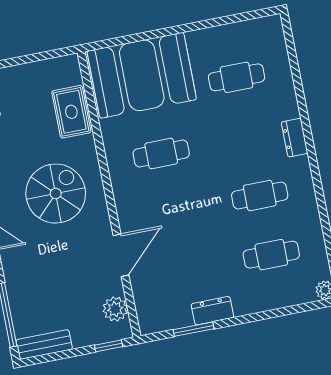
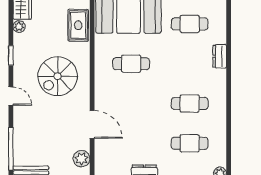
dresser: (295, 138) -> (220, 56), moved
spiral stairs: (56, 194) -> (58, 76), turned 180
door: (121, 255) -> (92, 125), hinge flipped

